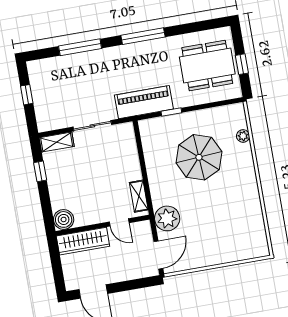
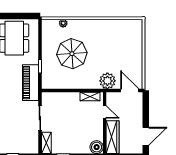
window: (242, 64) -> (17, 16), removed
door: (119, 222) -> (105, 112), hinge flipped

